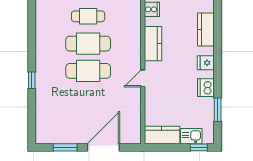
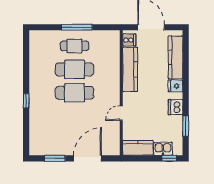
kitchen counter: (206, 30) -> (175, 57), width x1.50
kitchen counter: (153, 44) -> (130, 69), width x1.50
door: (143, 78) -> (121, 113), moved

